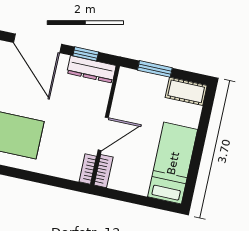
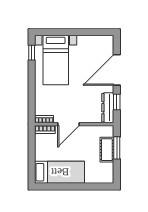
cot: (186, 91) -> (107, 150), moved
door: (103, 134) -> (69, 124), hinge flipped

